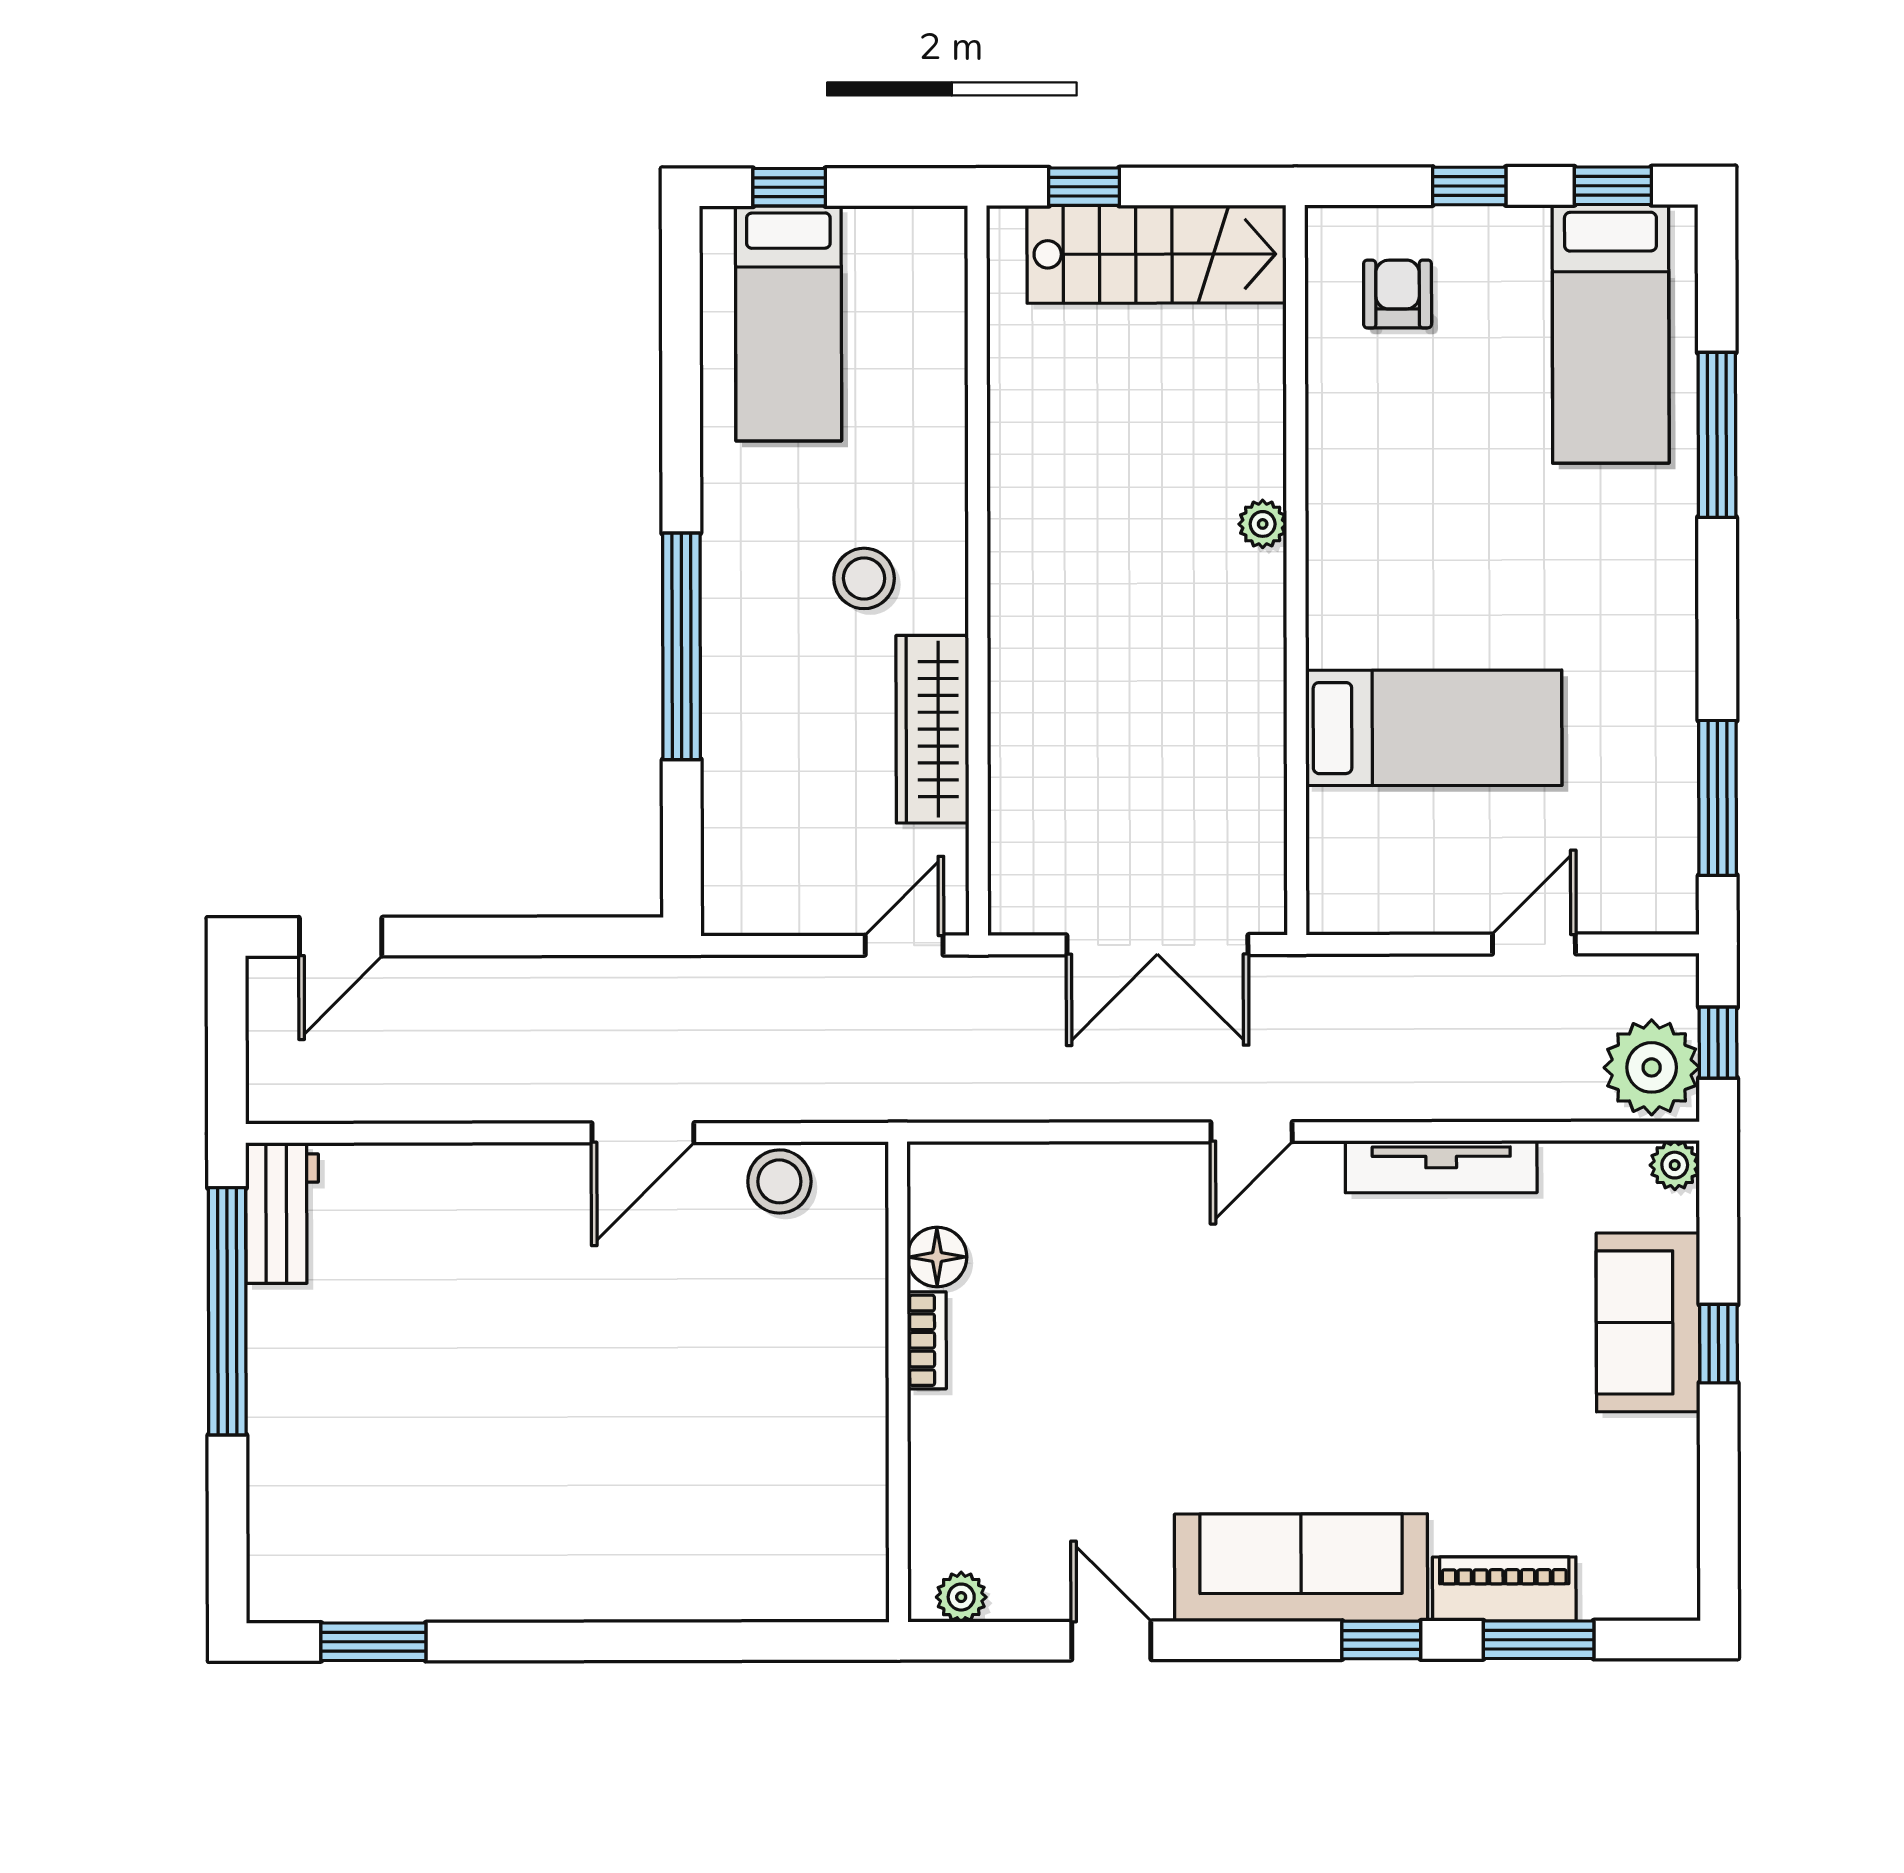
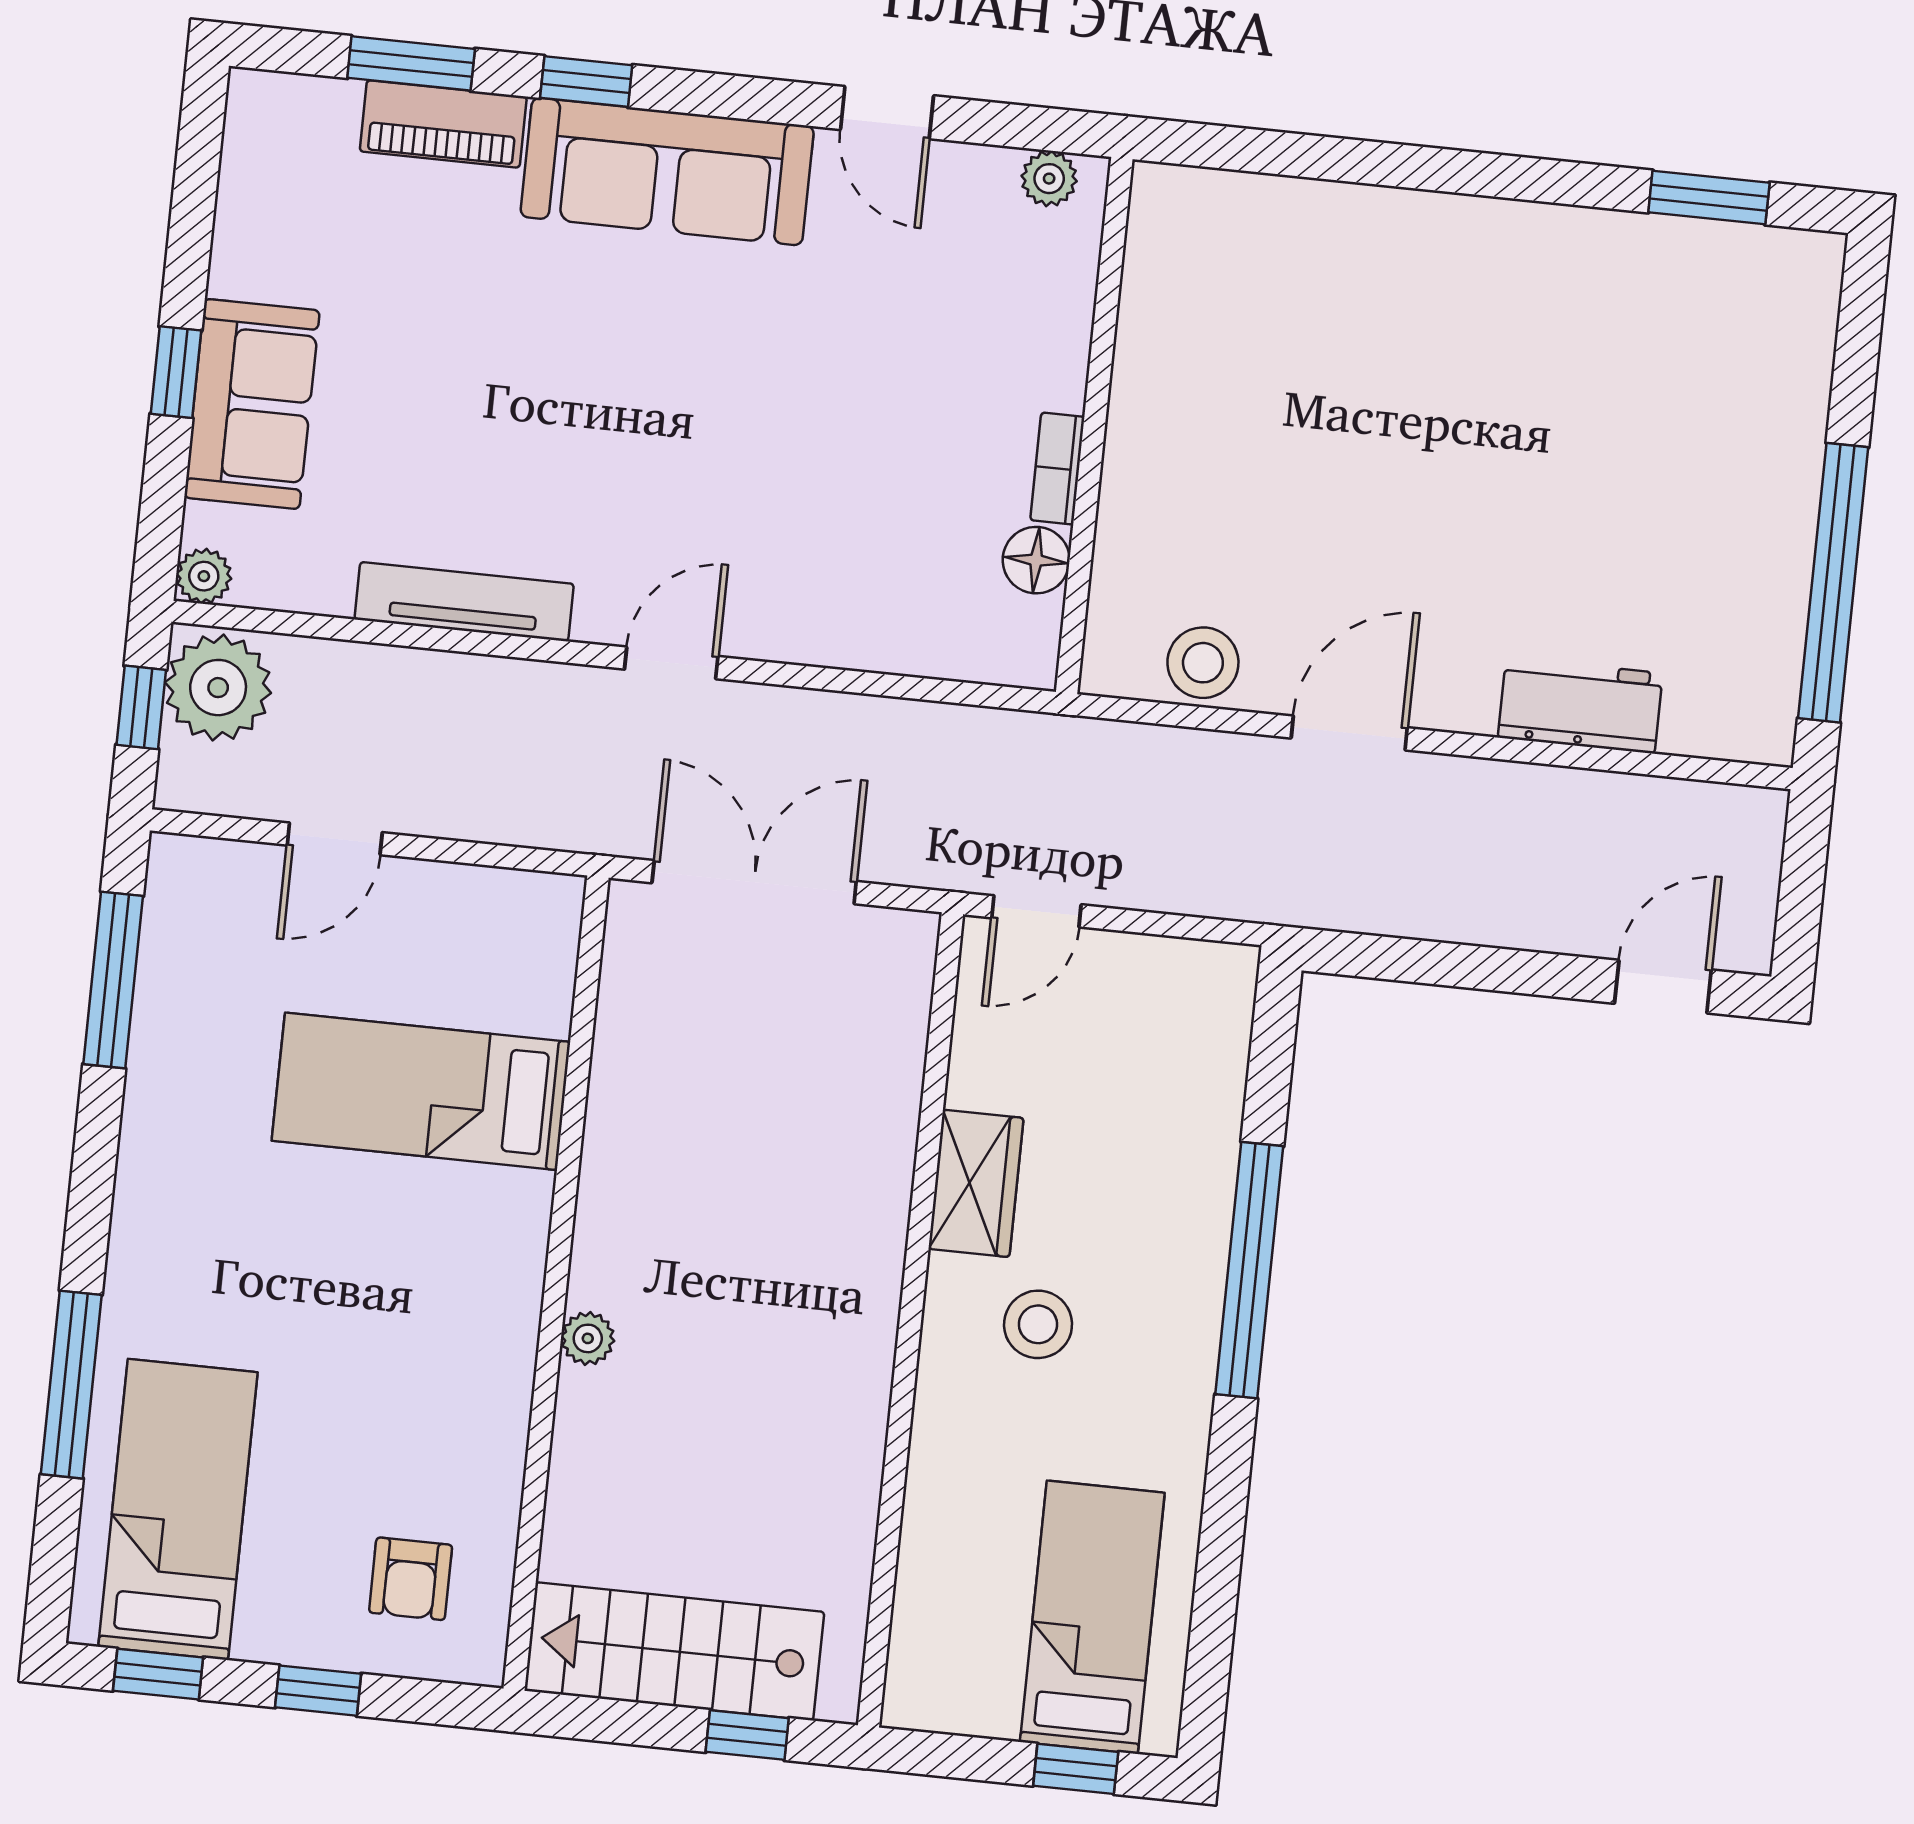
wardrobe: (932, 729) -> (976, 1183), width x0.67
workbench: (282, 1213) -> (1580, 705), moved, turned 90

